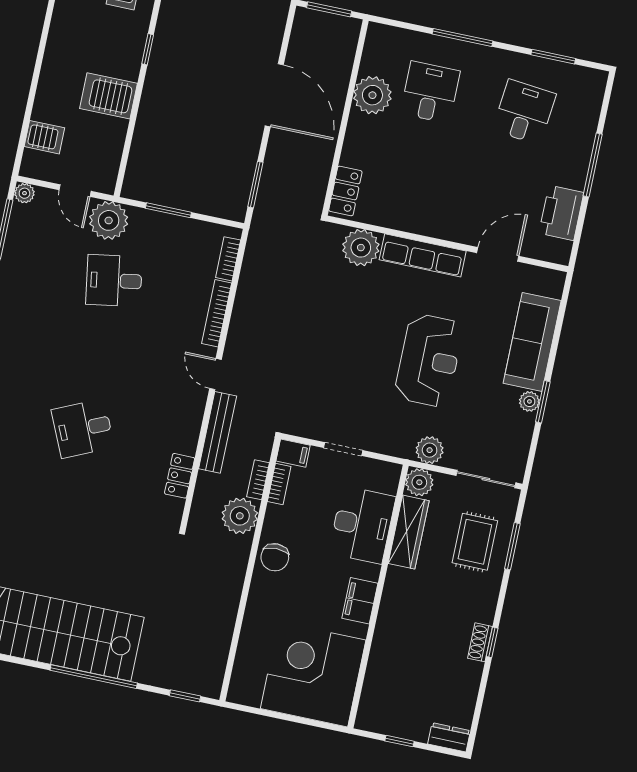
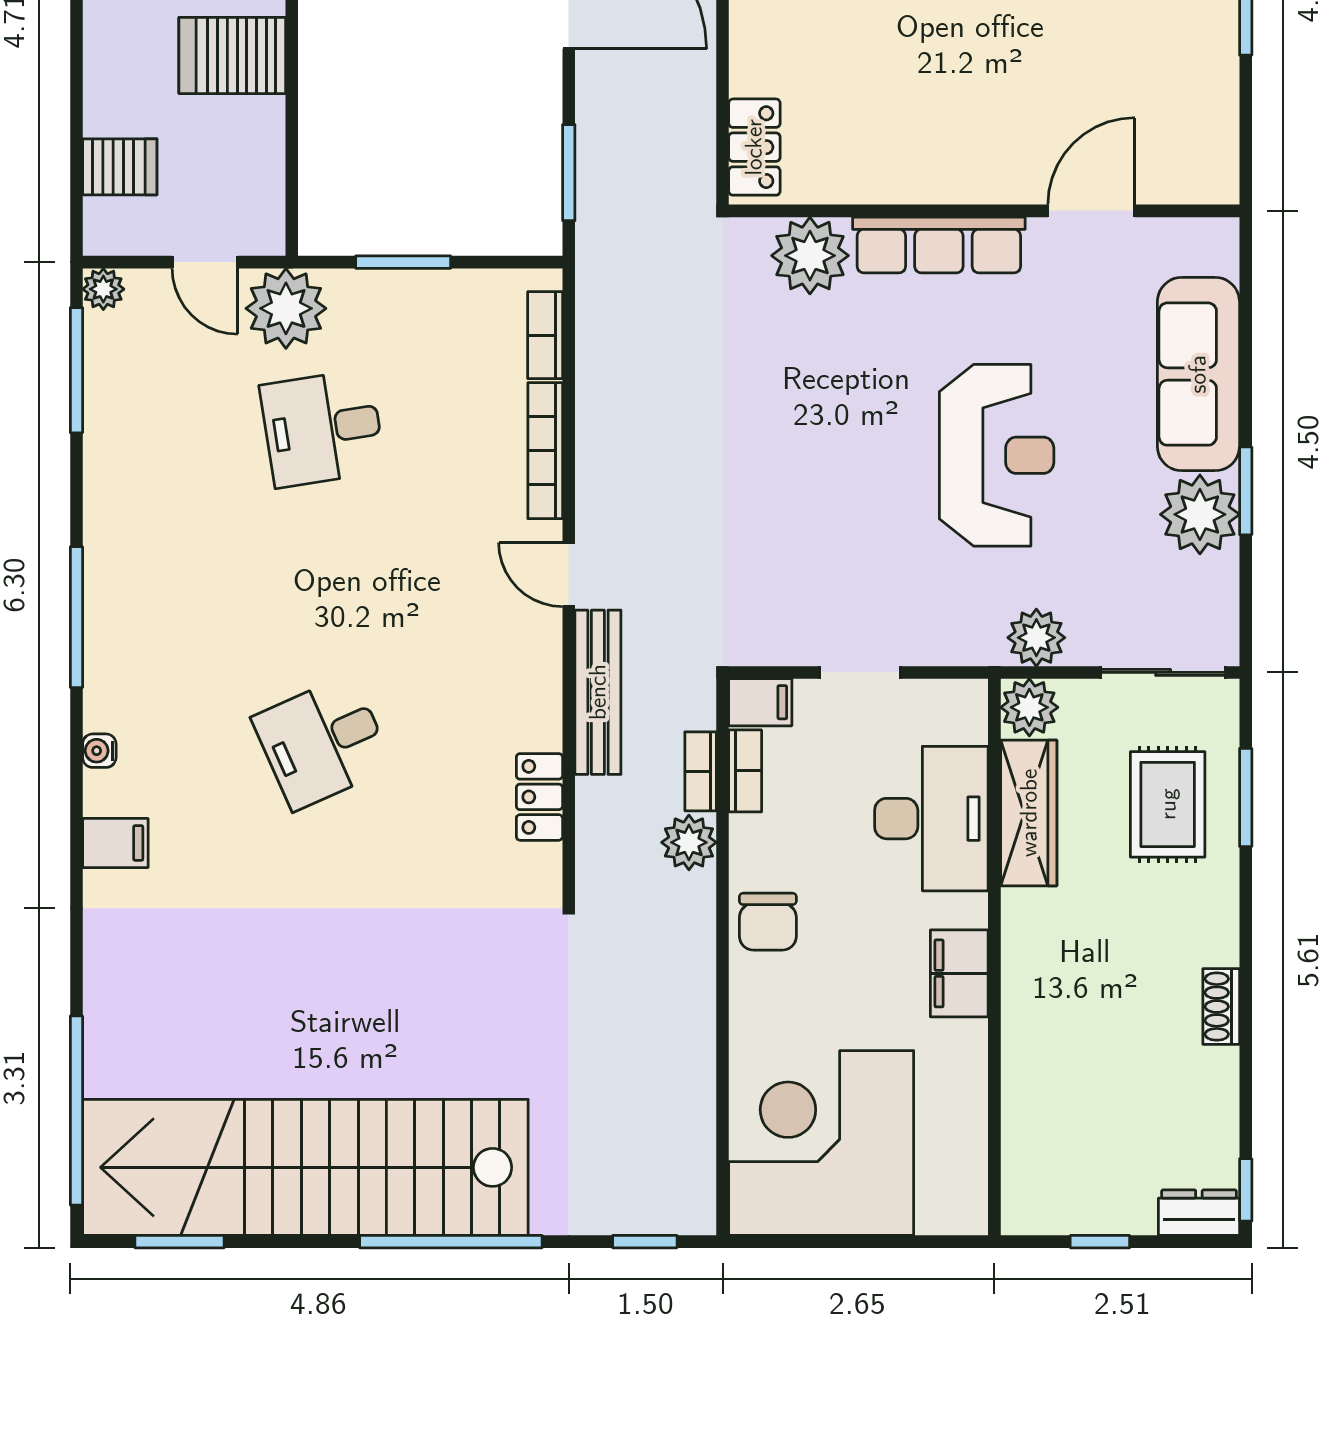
printer: (561, 213) -> (1202, 99), removed
plant: (529, 401) -> (1200, 514), width x1.87, depth x1.87
plant: (240, 516) -> (689, 842), width x0.73, depth x0.73
window: (492, 642) -> (1246, 1190), moved
corner desk: (313, 674) -> (821, 1143), moved

